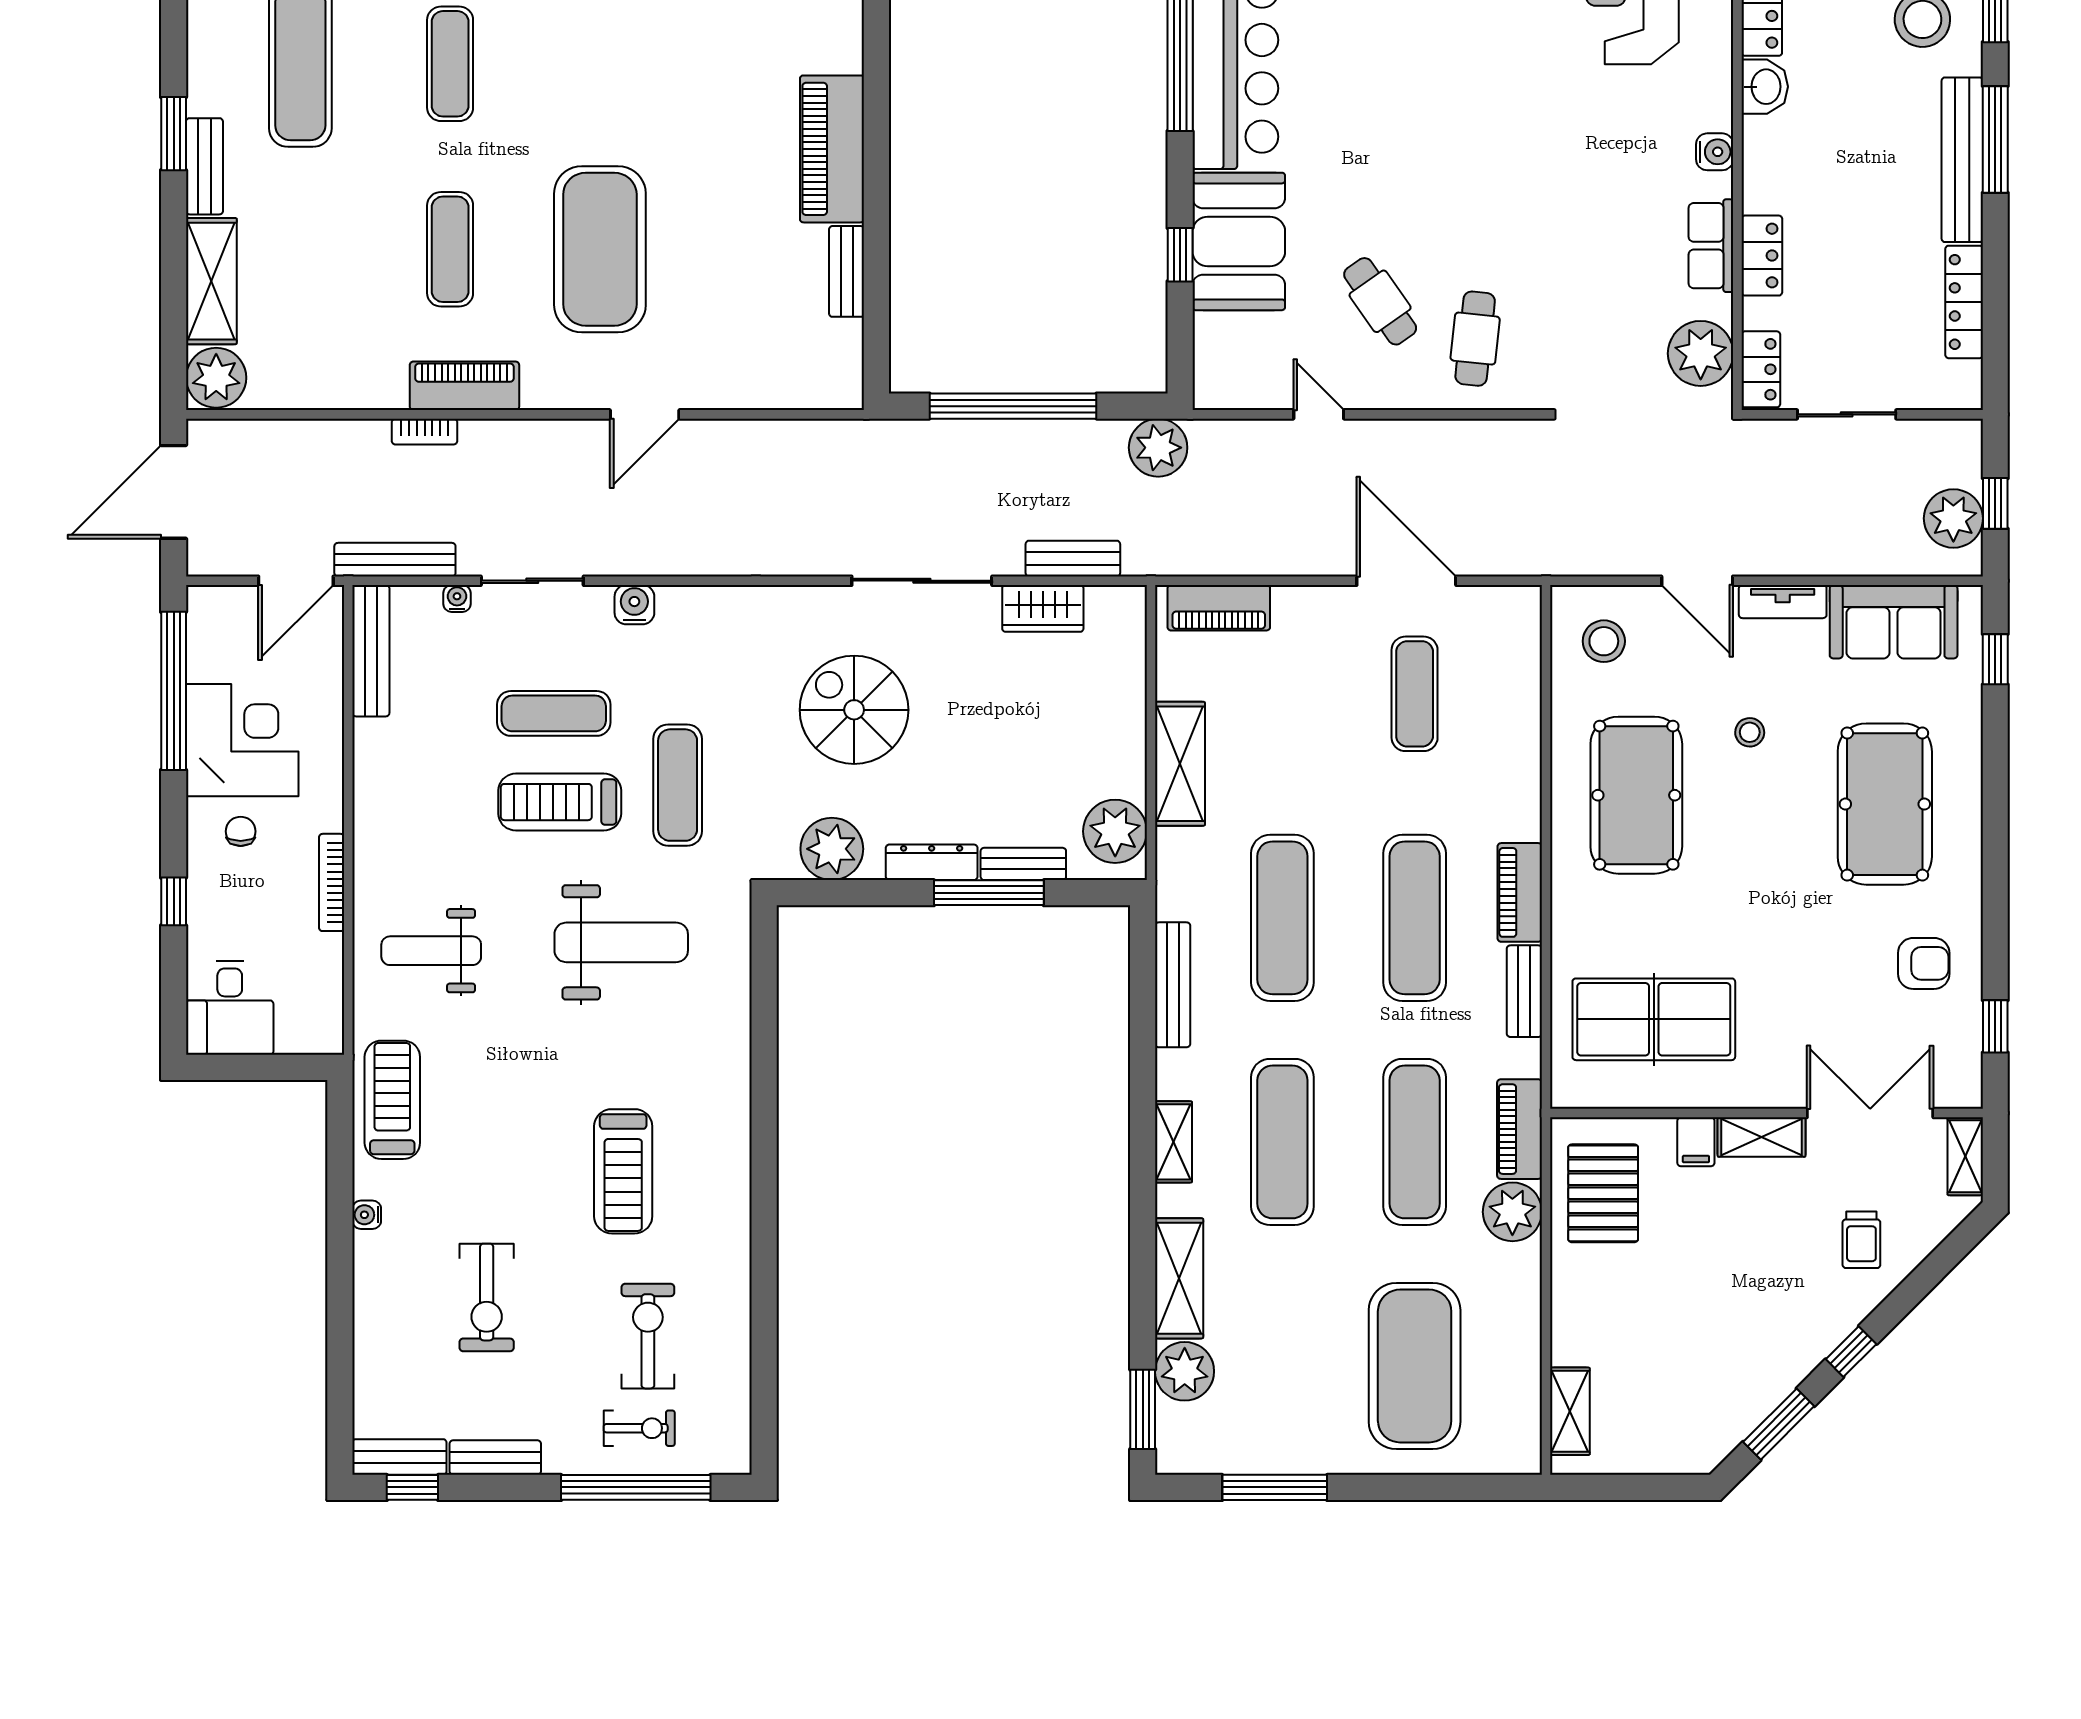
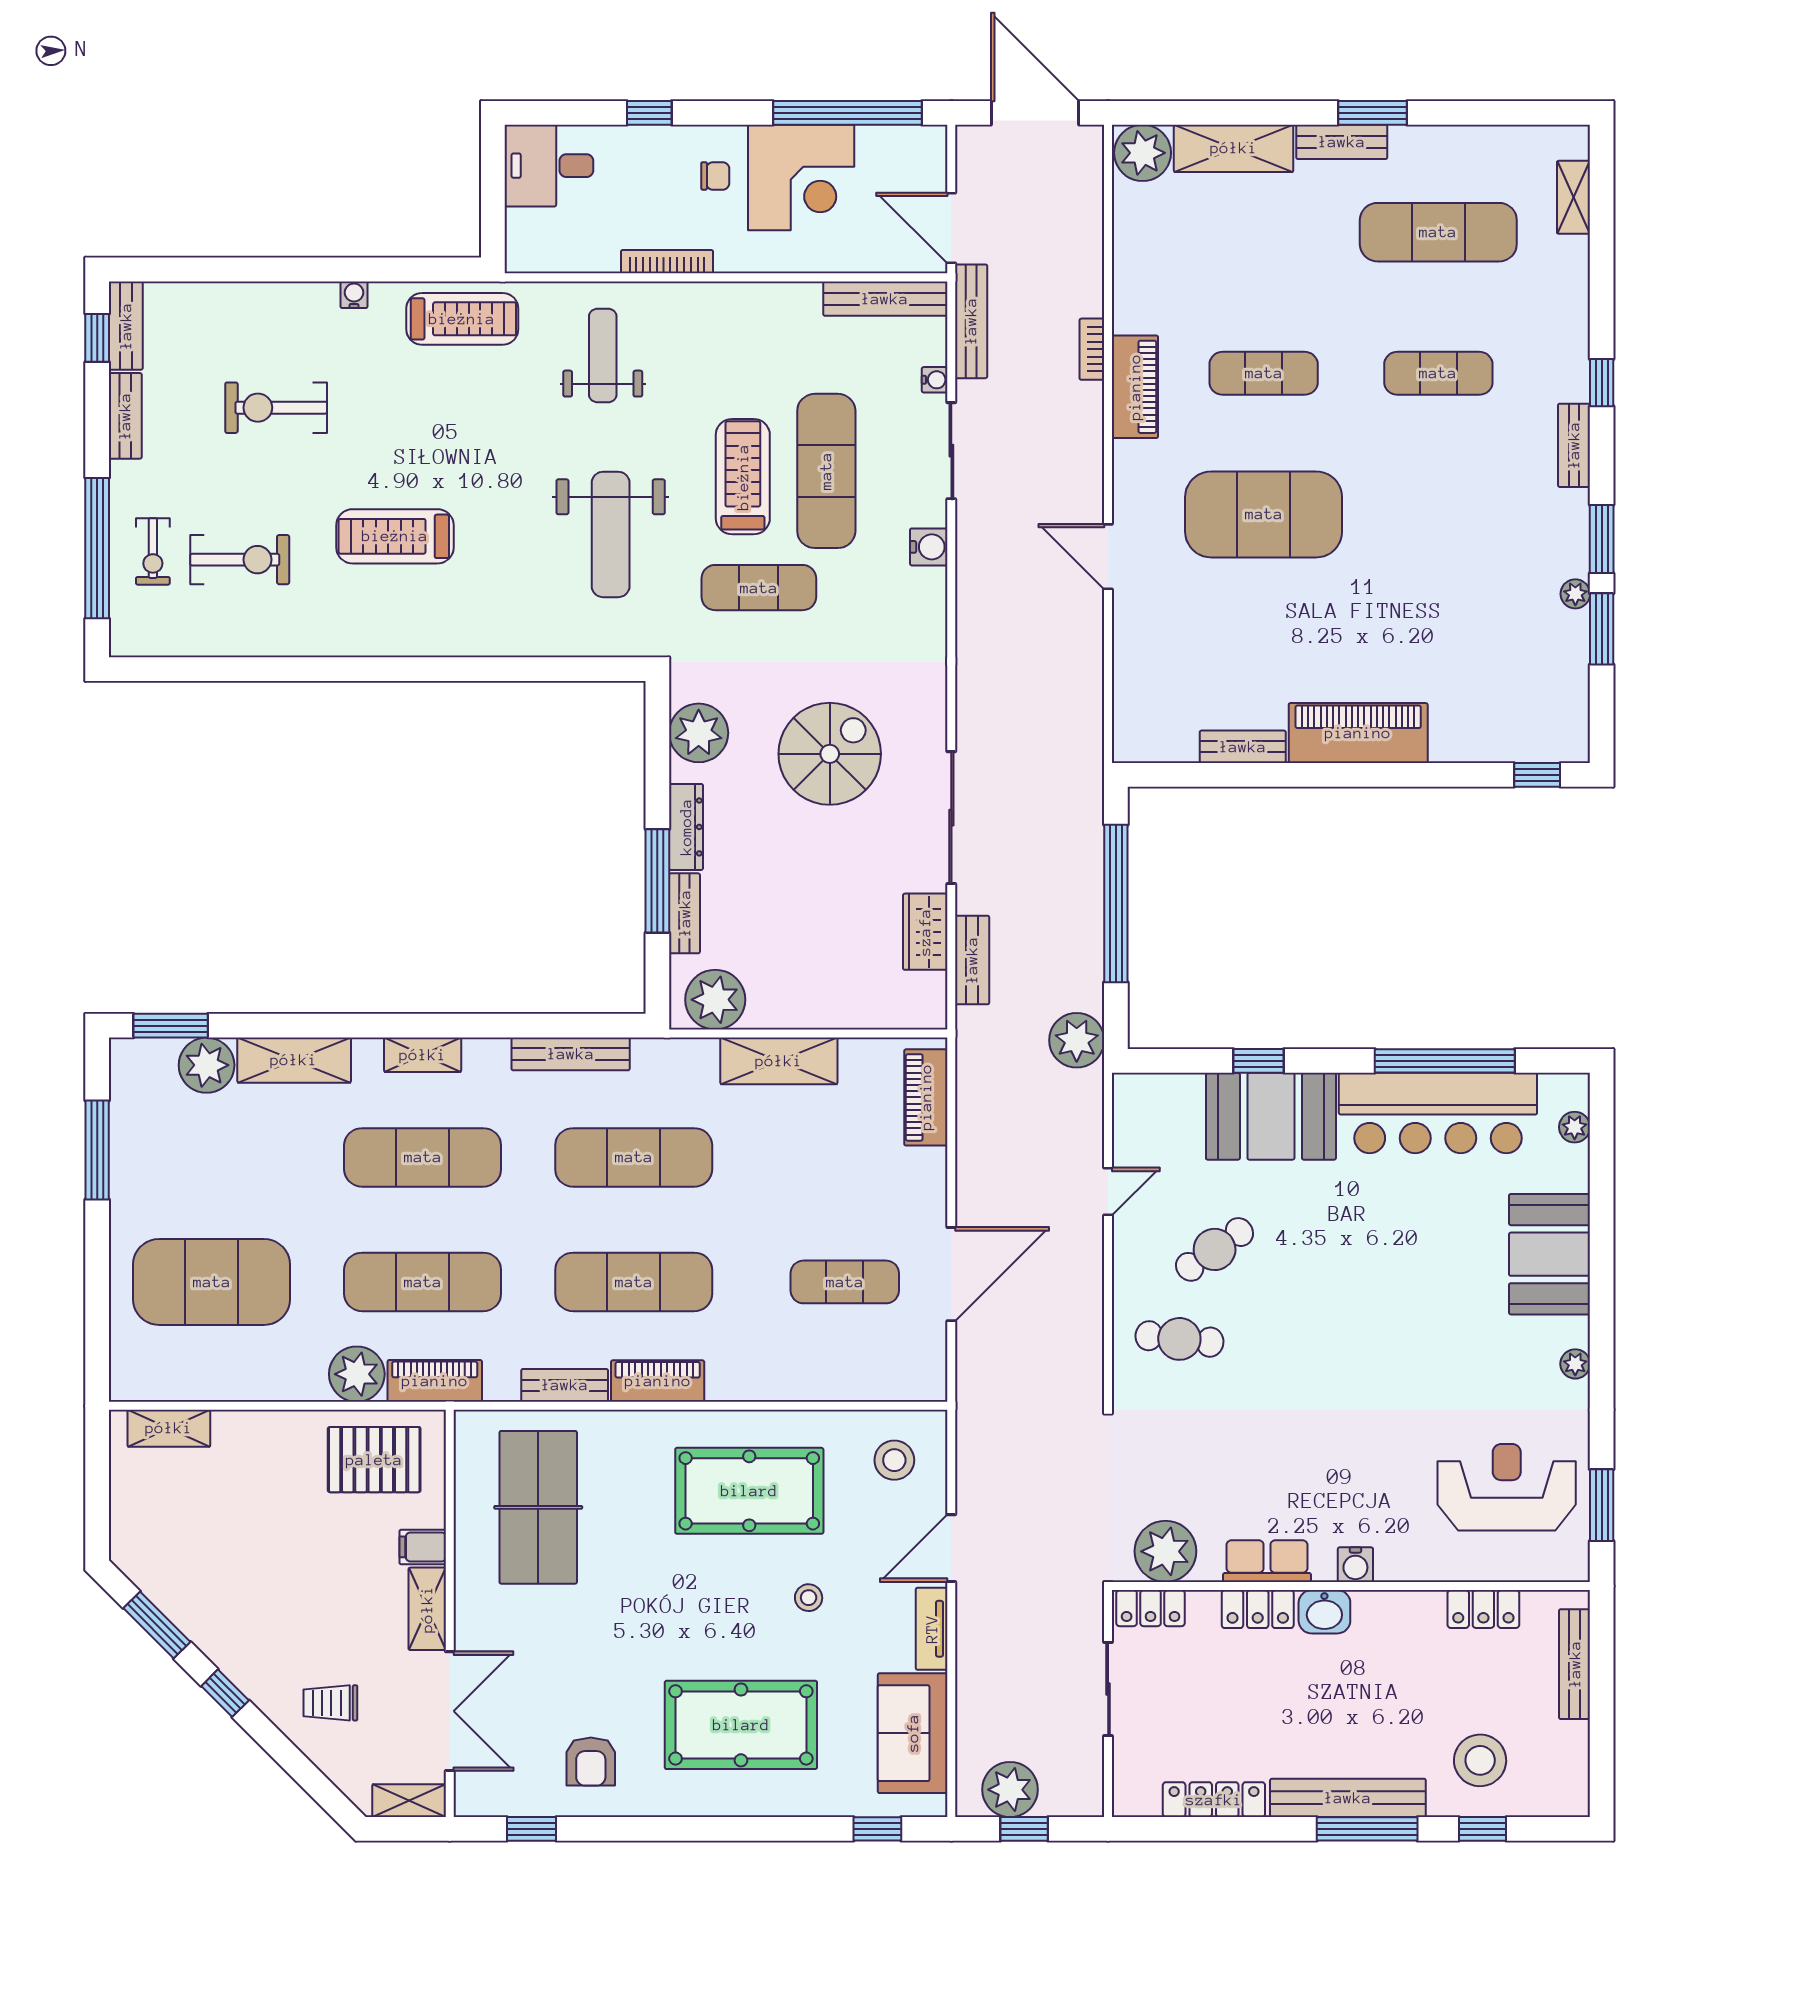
washbasin: (1765, 87) -> (1324, 1612), moved
exercise mat: (554, 713) -> (826, 471), width x1.36, depth x1.45

